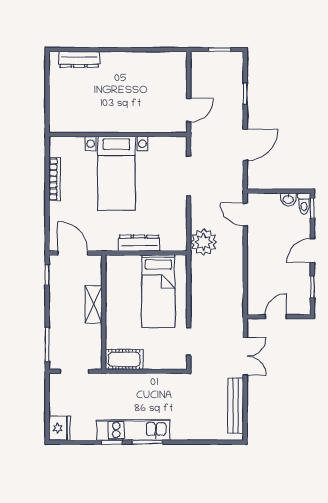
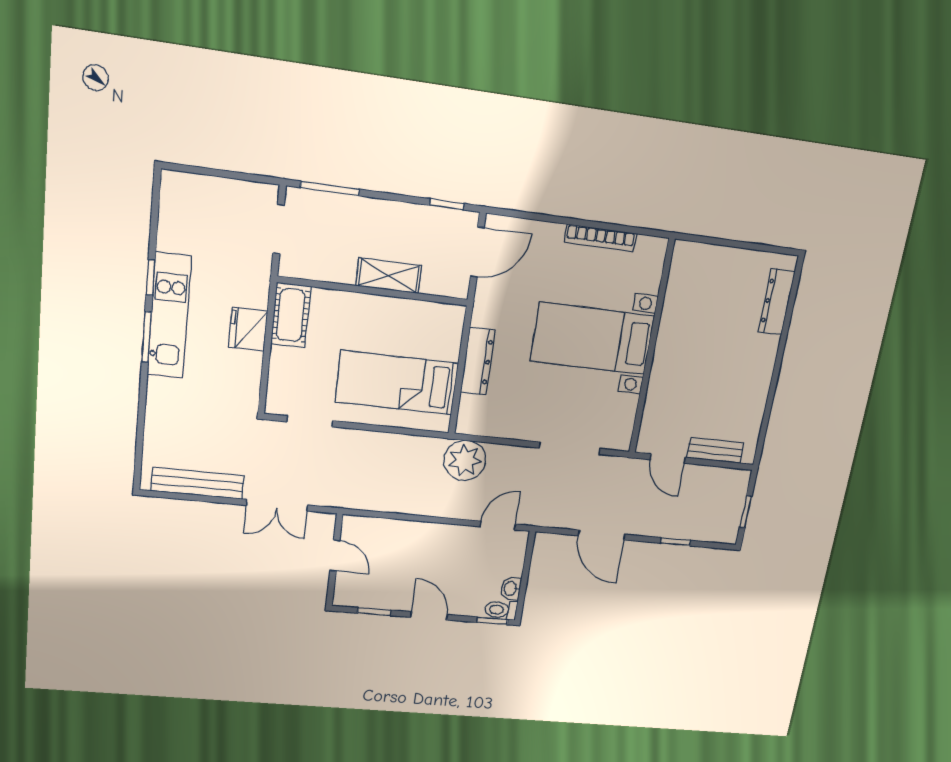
bench: (180, 79) -> (715, 450), added
fridge: (59, 428) -> (248, 329), moved, turned 90

